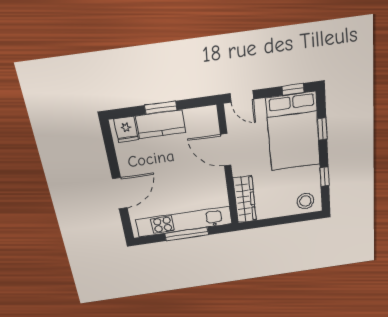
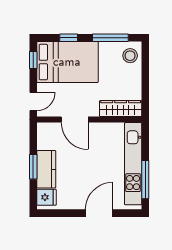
door: (226, 150) -> (75, 120), hinge flipped
window: (324, 177) -> (110, 38), width x2.17
door: (120, 193) -> (99, 213), hinge flipped
window: (187, 234) -> (145, 180), moved

